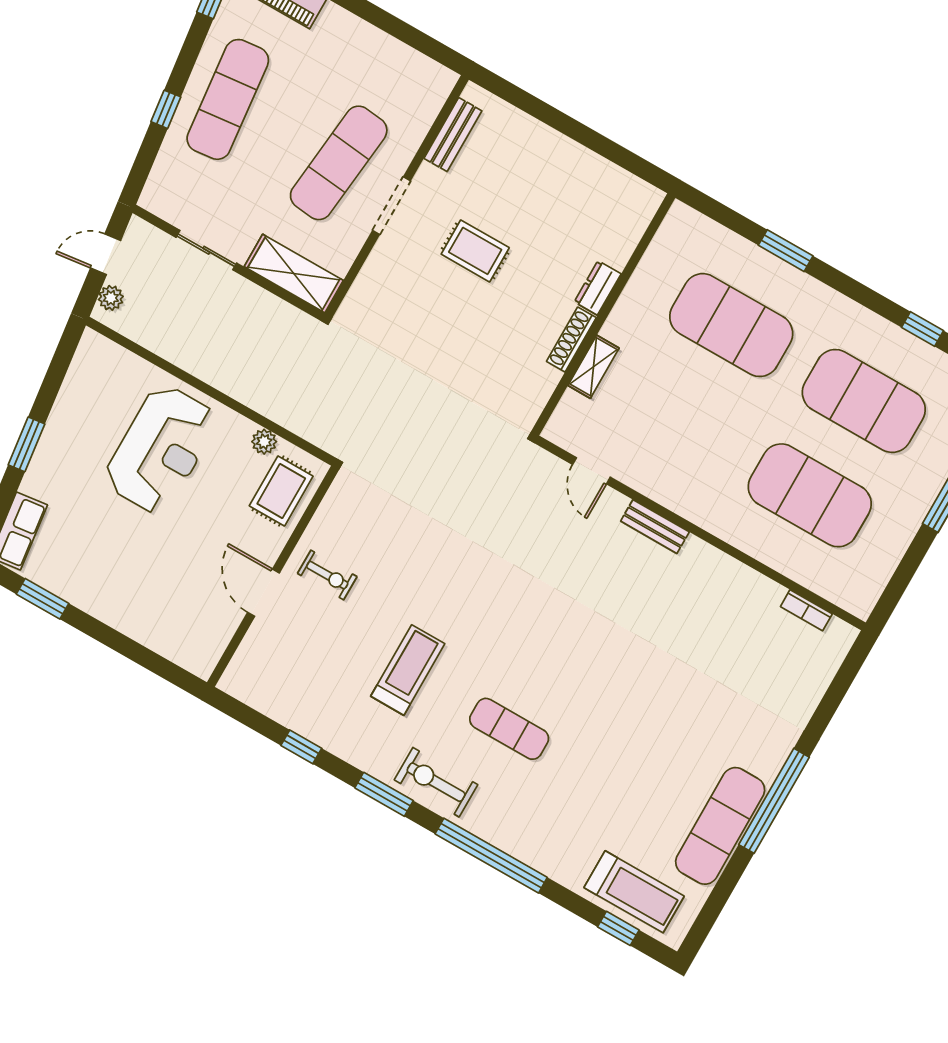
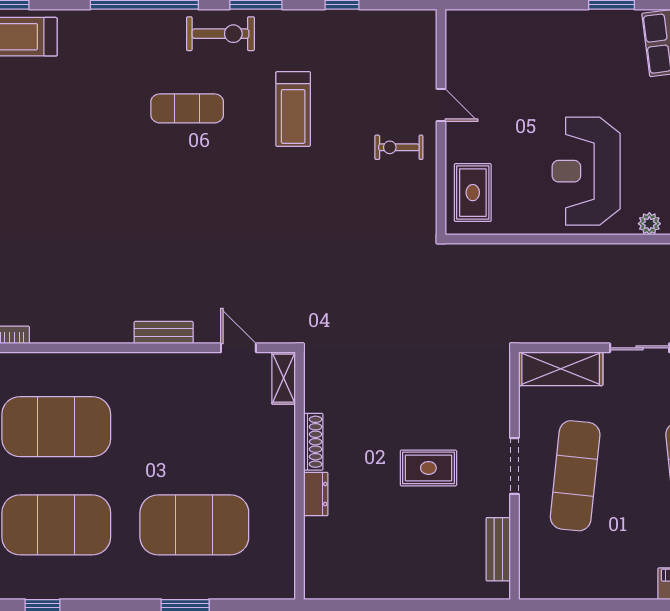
shelving: (593, 367) -> (284, 378), moved
plant: (264, 442) -> (649, 224), moved
door: (264, 593) -> (441, 105), width x0.73

